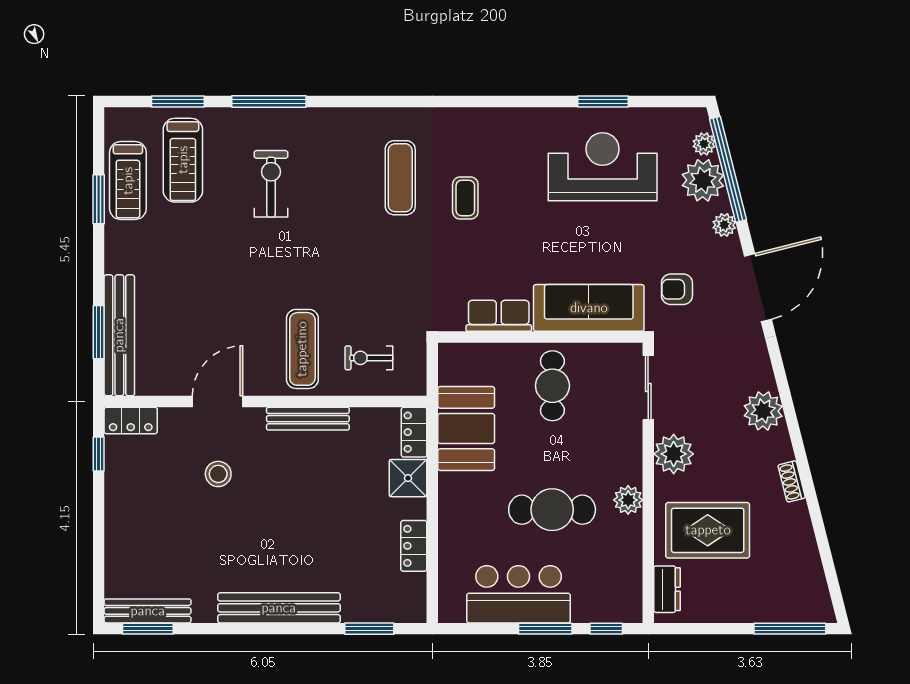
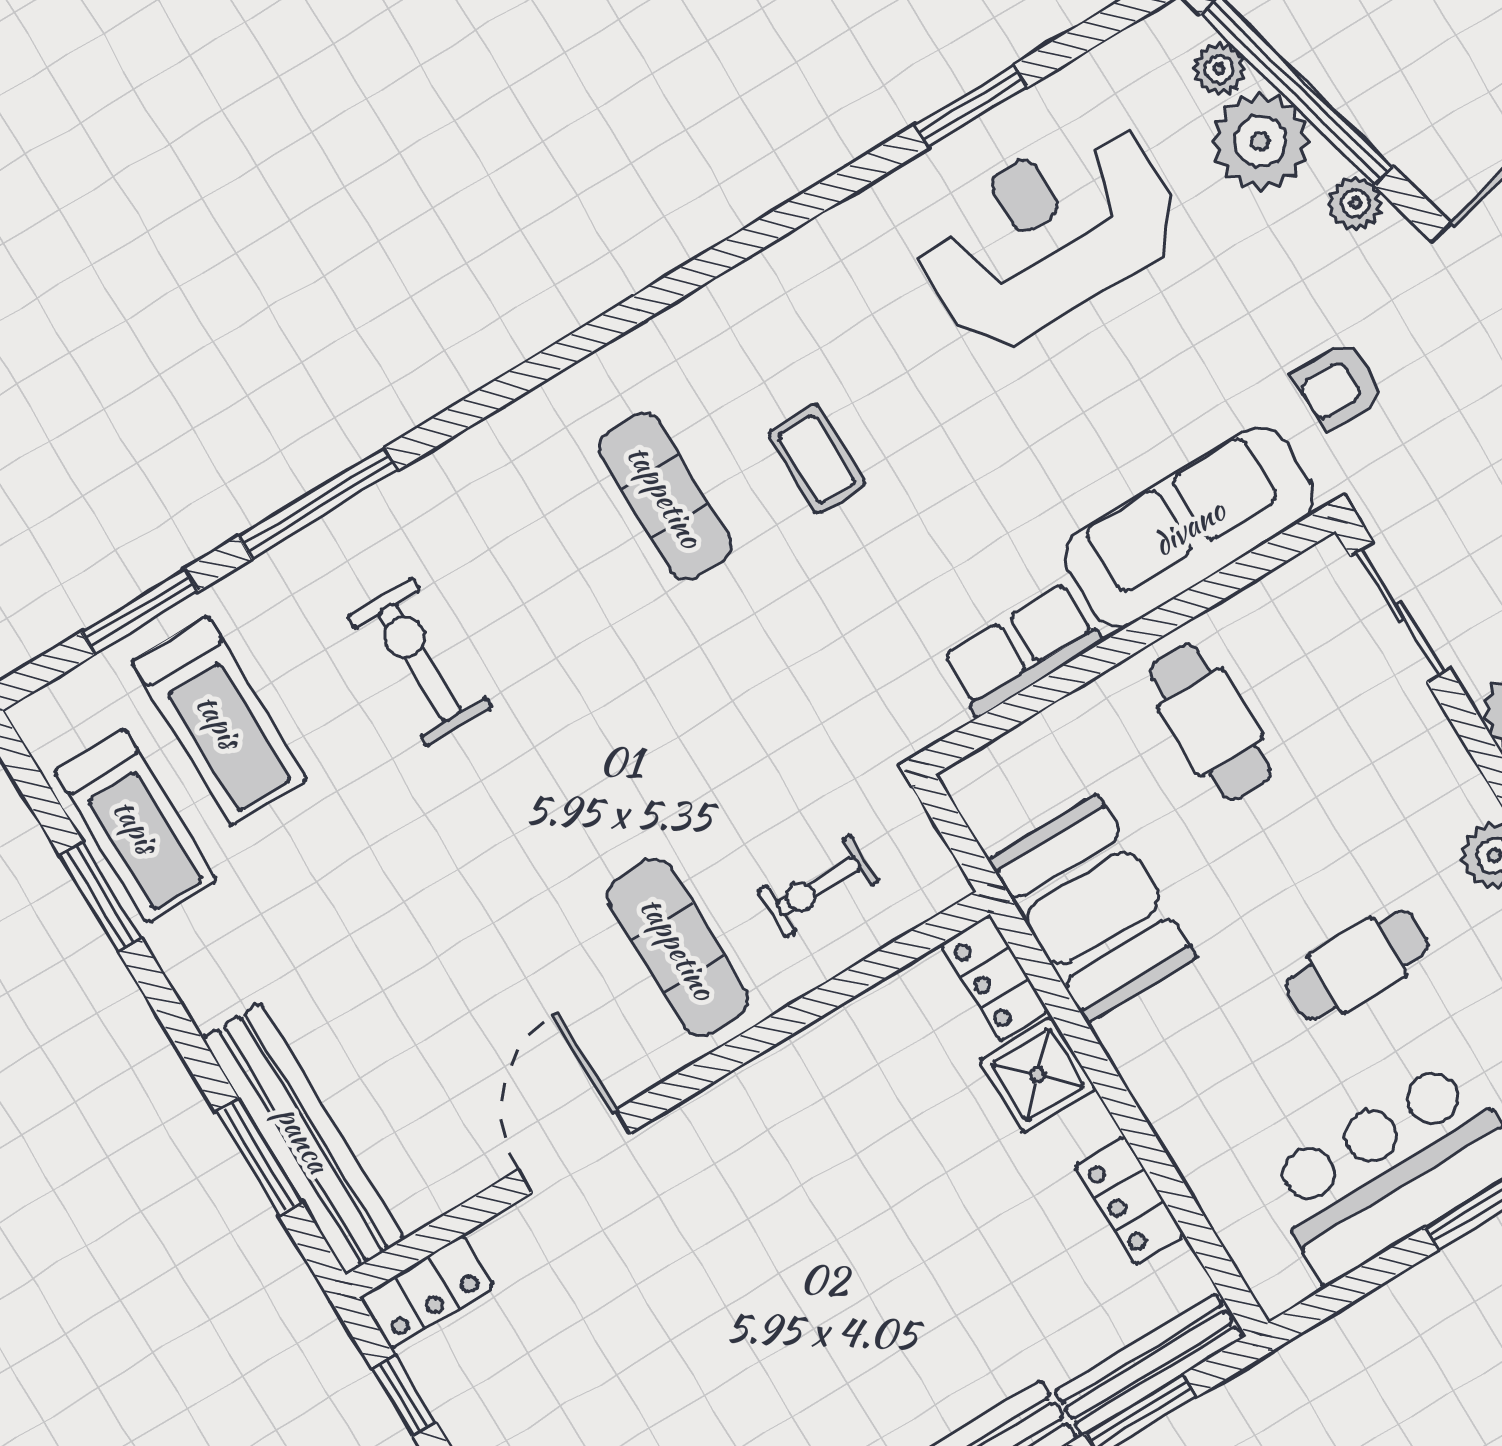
bench: (308, 419) -> (1149, 1365), moved
stool: (218, 474) -> (661, 1292), removed
cafe table: (552, 510) -> (1357, 965), width x0.73, depth x0.74

